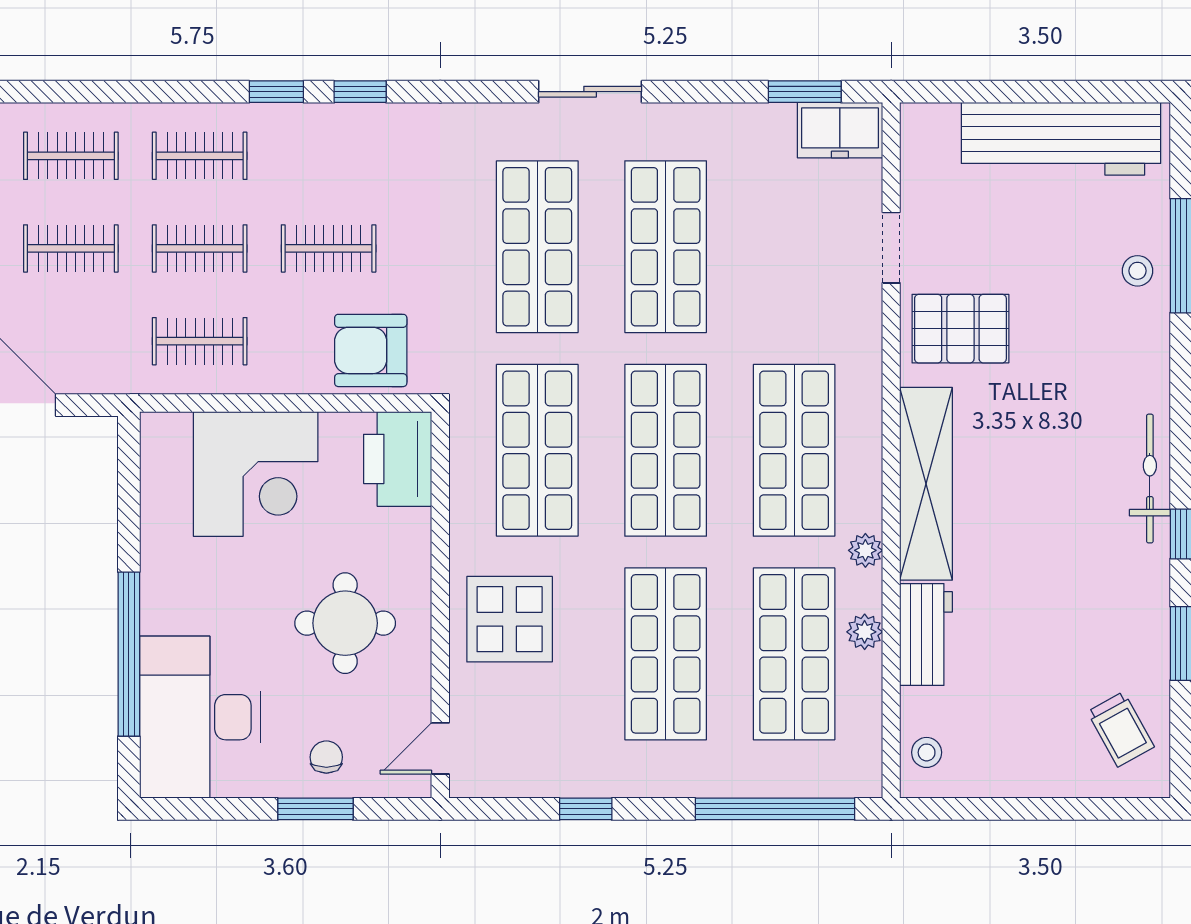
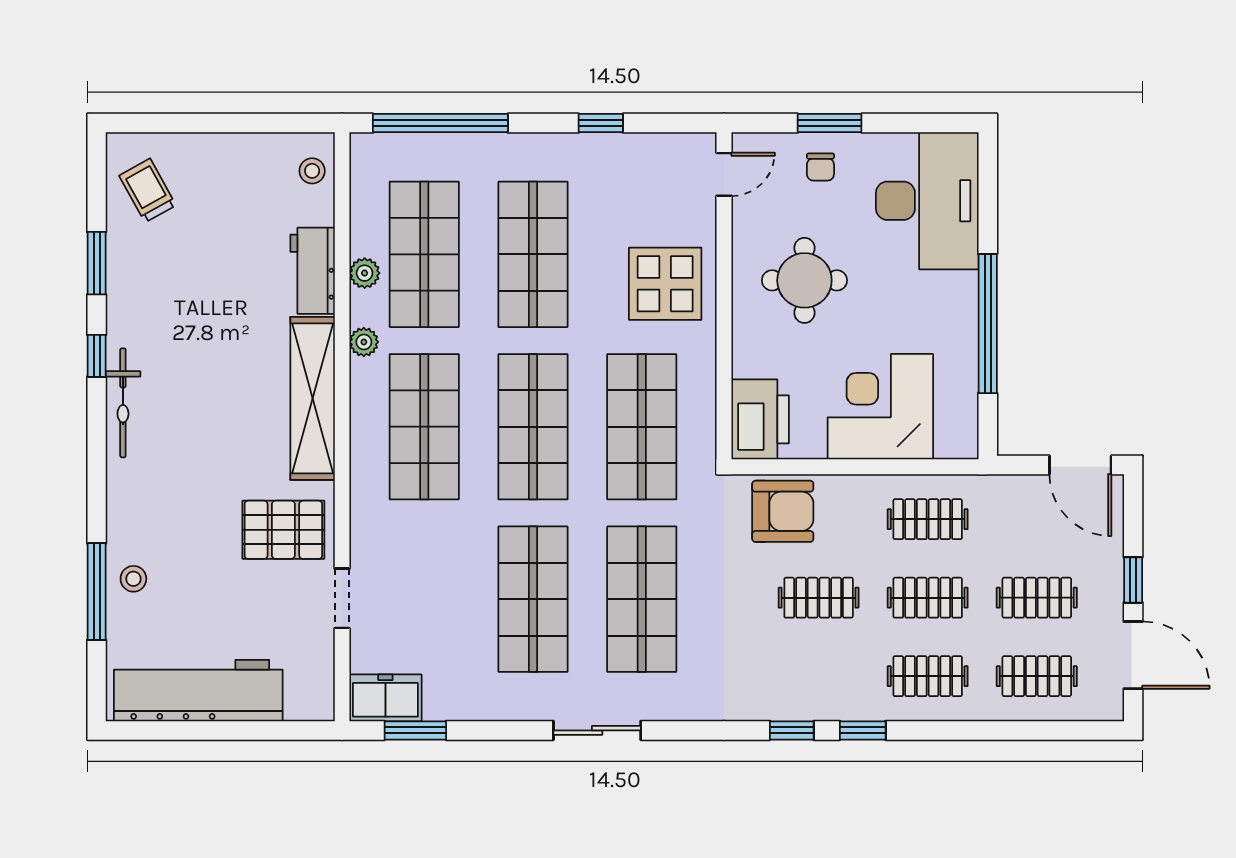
window: (129, 654) -> (988, 324), moved

